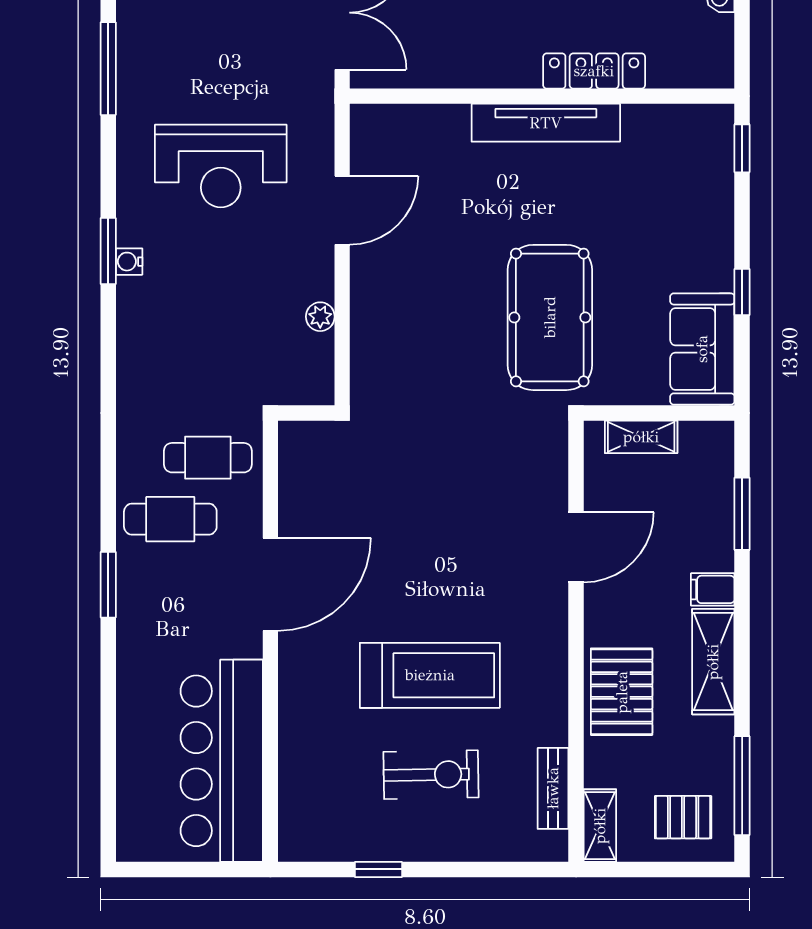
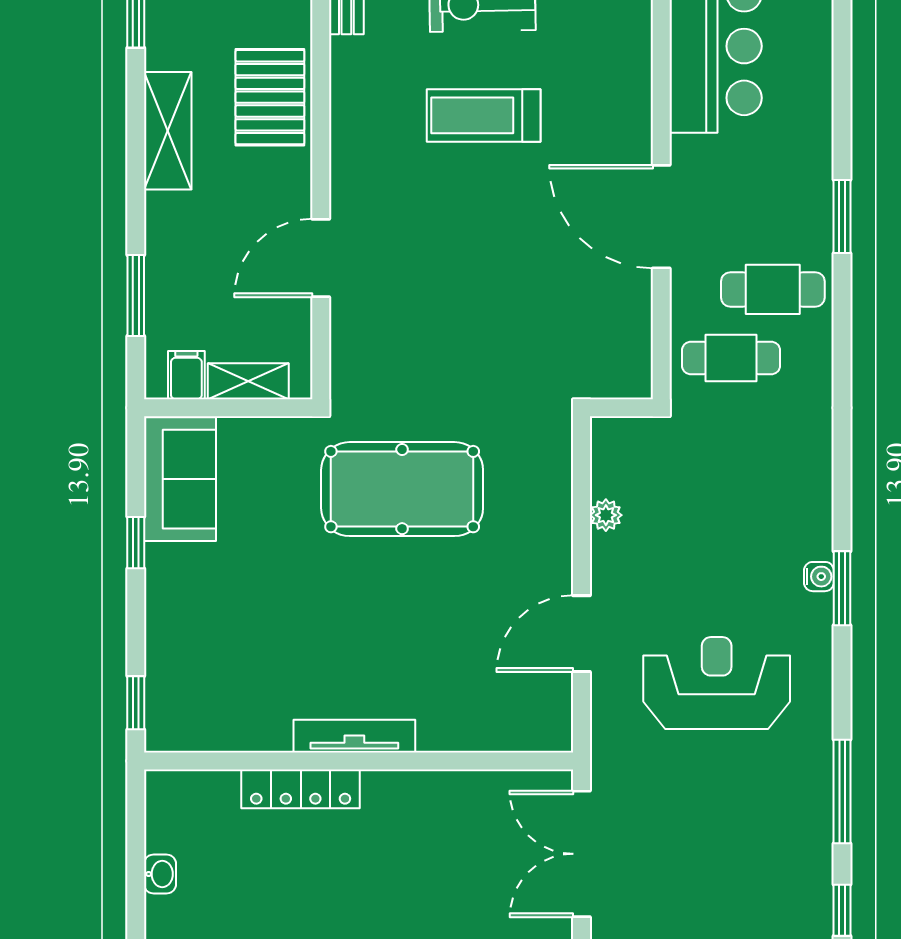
tv unit: (546, 123) -> (354, 736), width x0.73, depth x0.78
pool table: (550, 317) -> (402, 489), moved, turned 90
door: (270, 584) -> (661, 217), hinge flipped
filing cabinet: (713, 589) -> (186, 375), moved, turned -90
treadmill: (430, 675) -> (484, 115), width x0.73, depth x0.73

